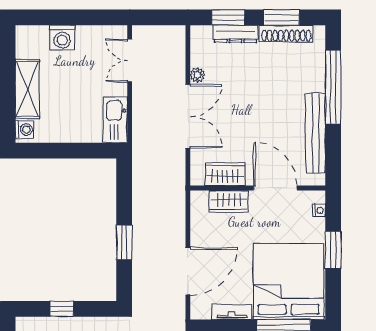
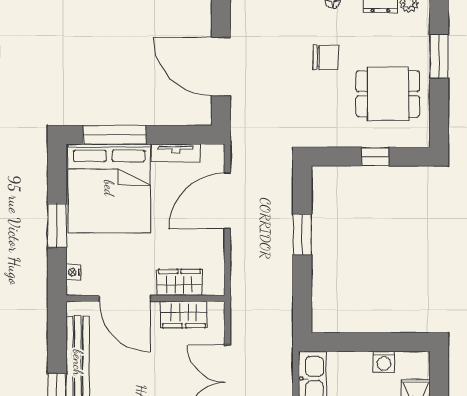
washing machine: (24, 129) -> (384, 362), moved, turned -90

